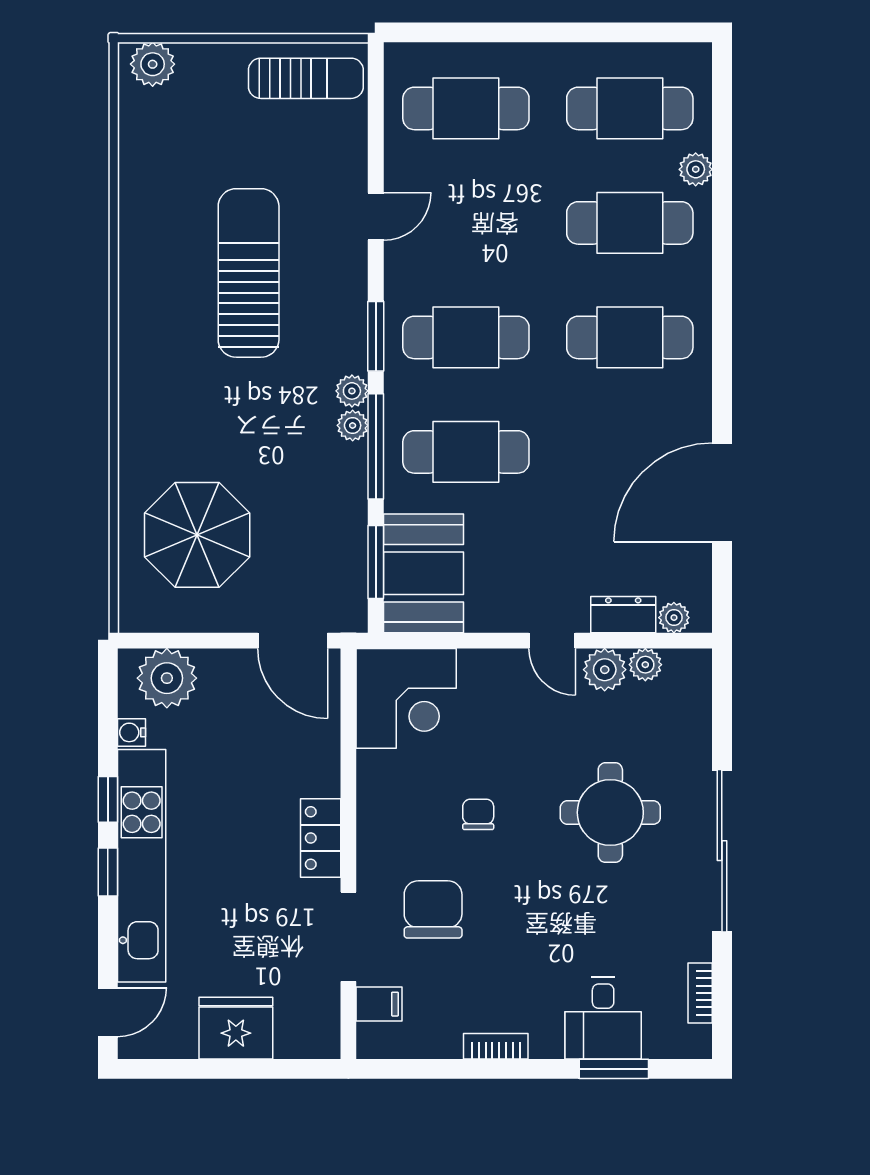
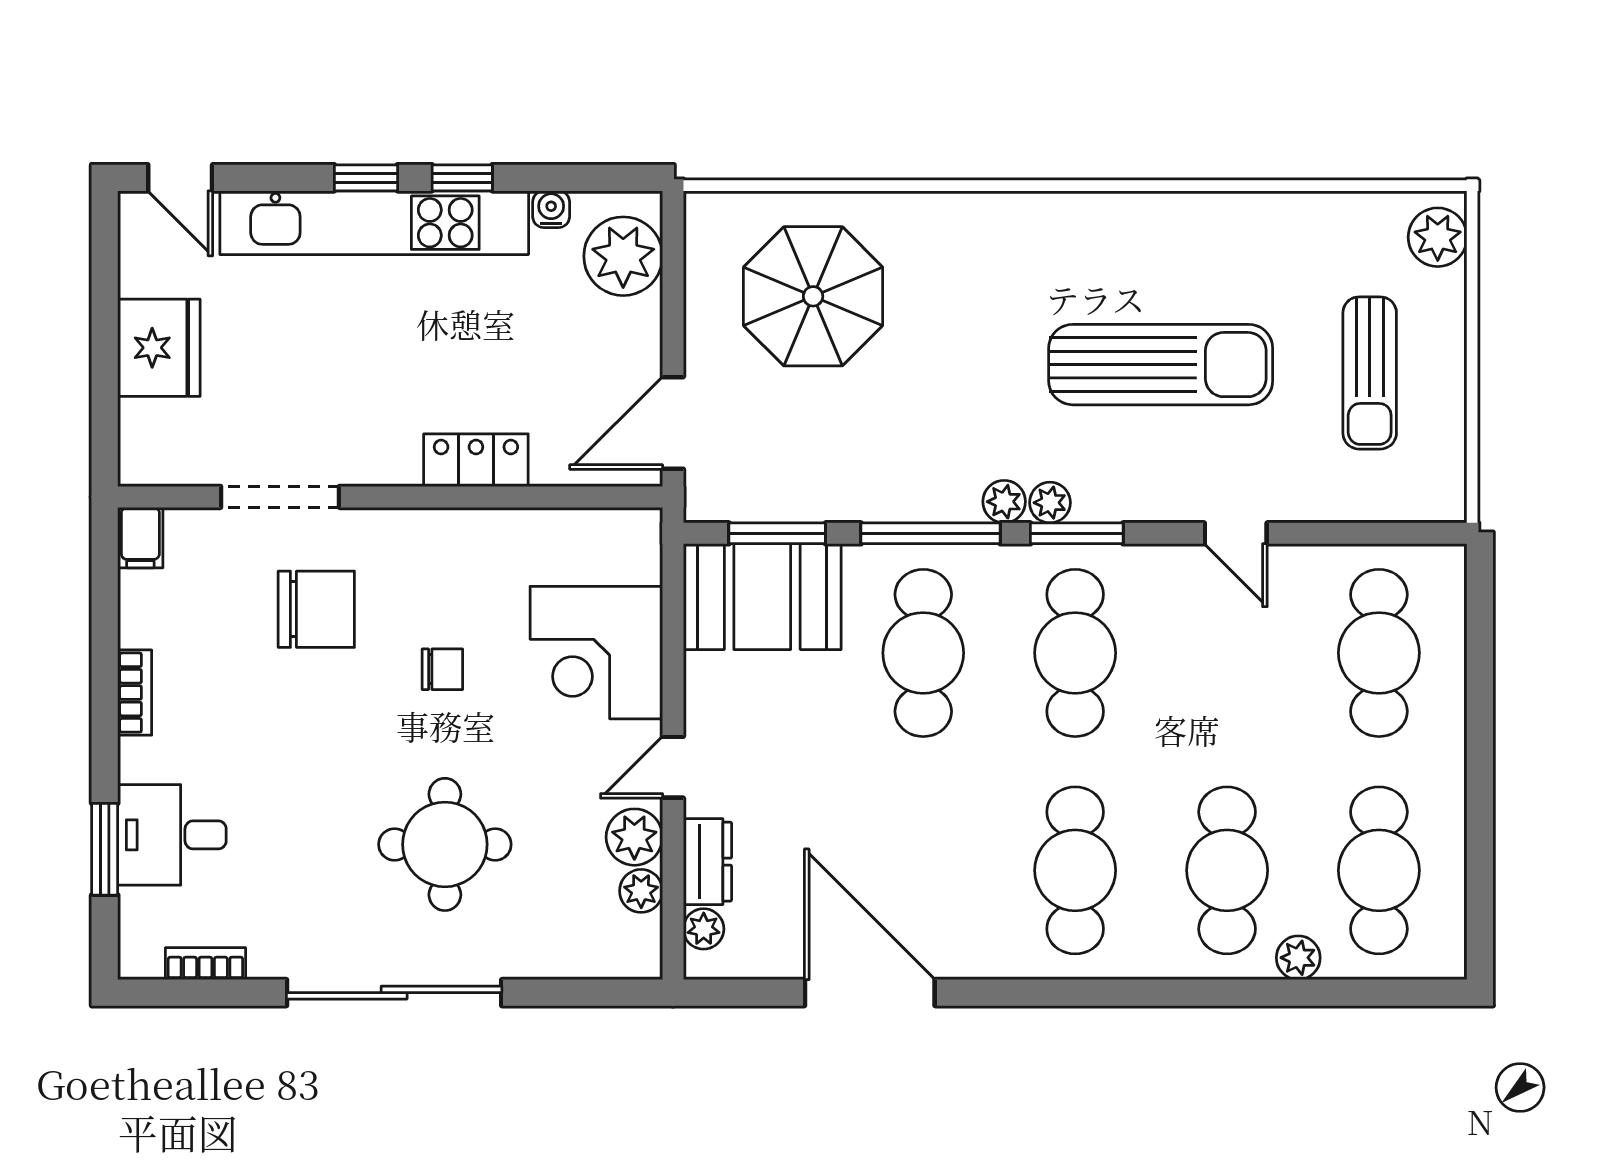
sun lounger: (306, 78) -> (1370, 373), moved
plant: (353, 425) -> (1050, 503), moved
corner desk: (406, 698) -> (596, 653), moved
locker: (321, 838) -> (476, 460), moved
filing cabinet: (379, 1004) -> (140, 538), moved

